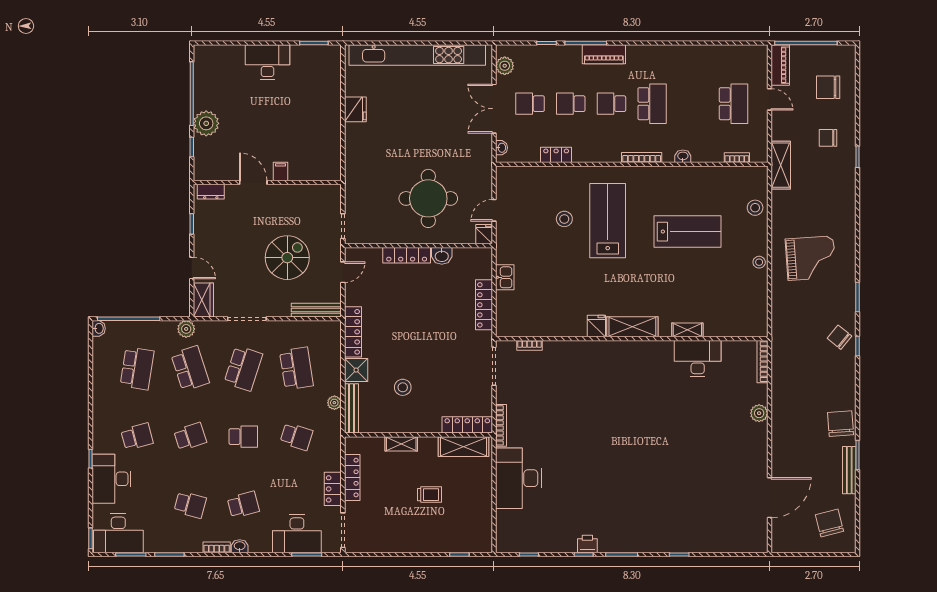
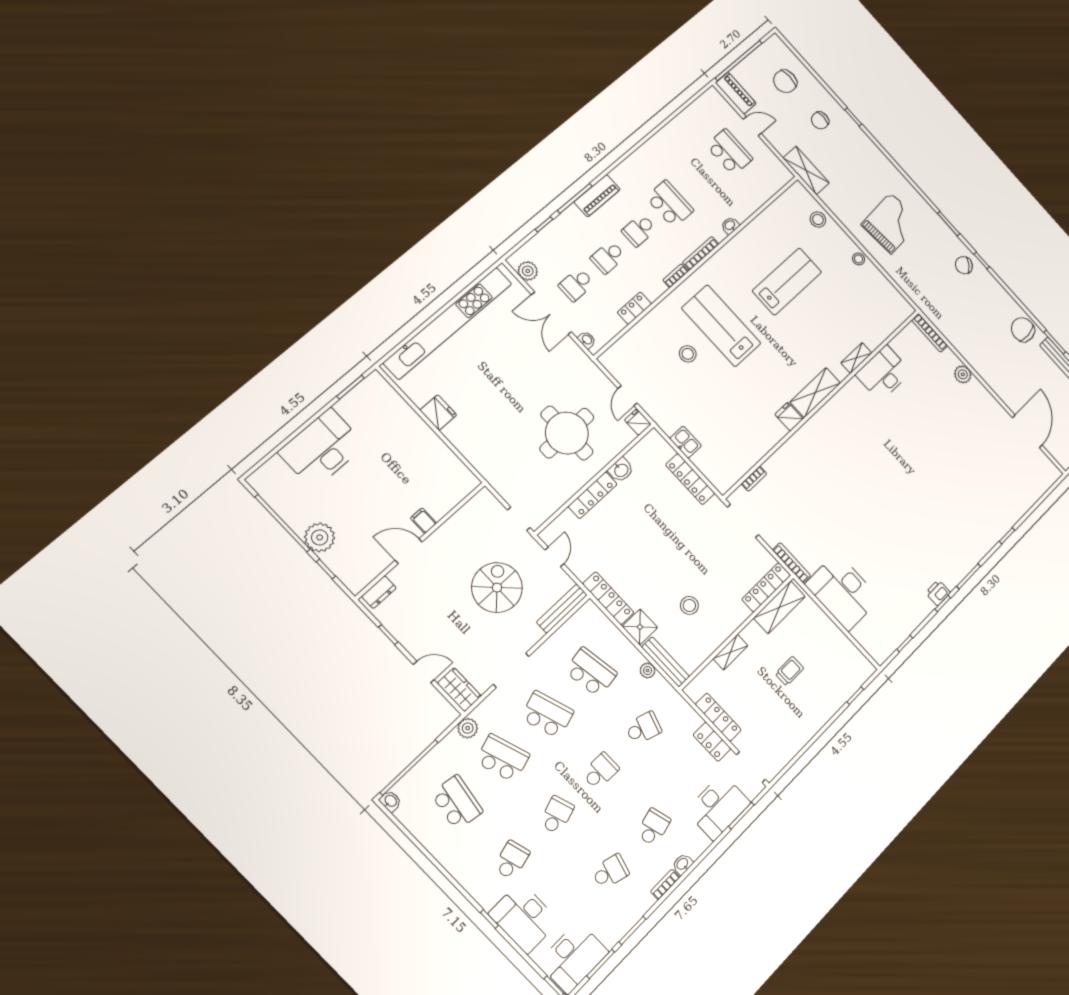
desk: (267, 62) -> (322, 449), width x1.36, depth x1.30
bookcase: (737, 158) -> (676, 276), moved
school desk: (243, 368) -> (547, 715), turned -36

